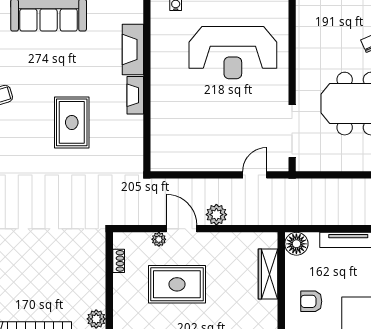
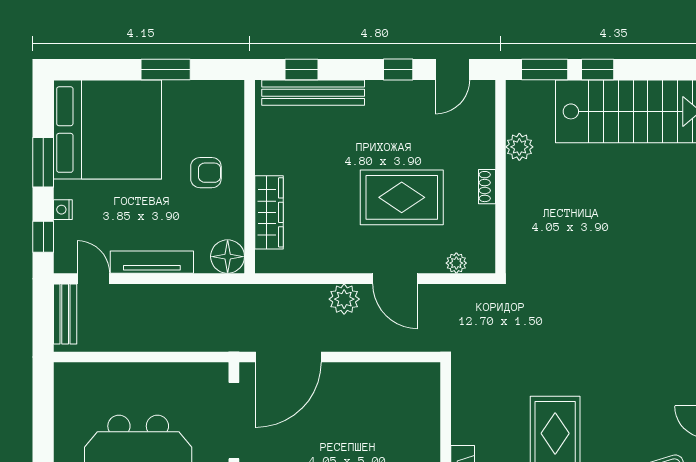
door: (255, 175) -> (288, 357), width x1.88
plant: (159, 239) -> (456, 263), moved
shoe rack: (119, 261) -> (487, 187), moved

